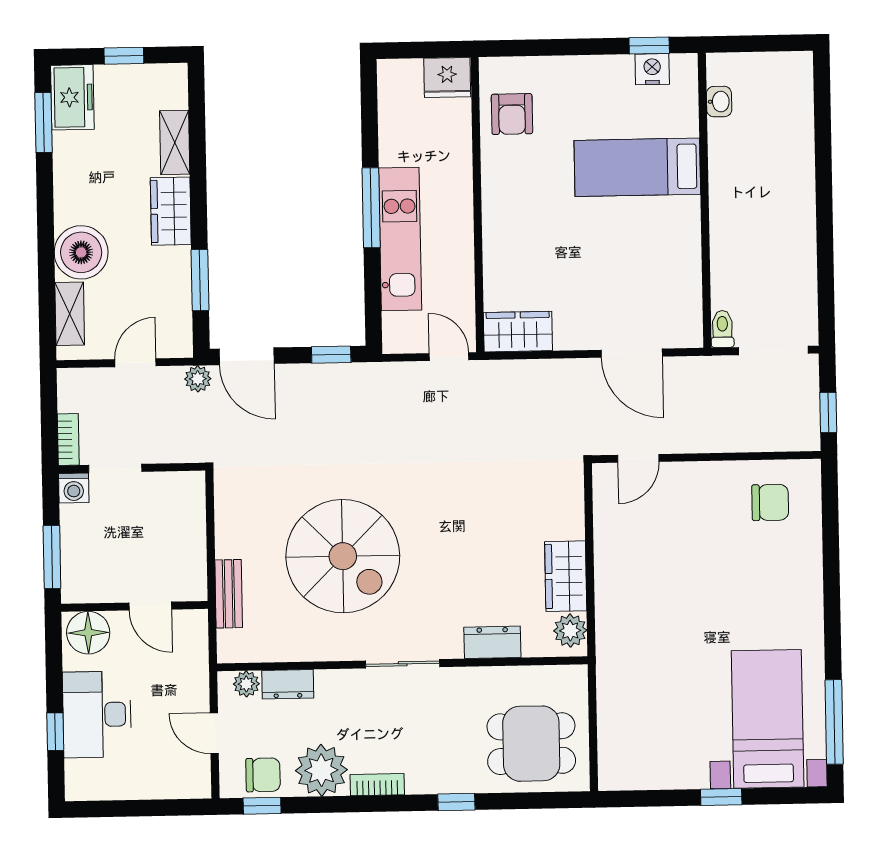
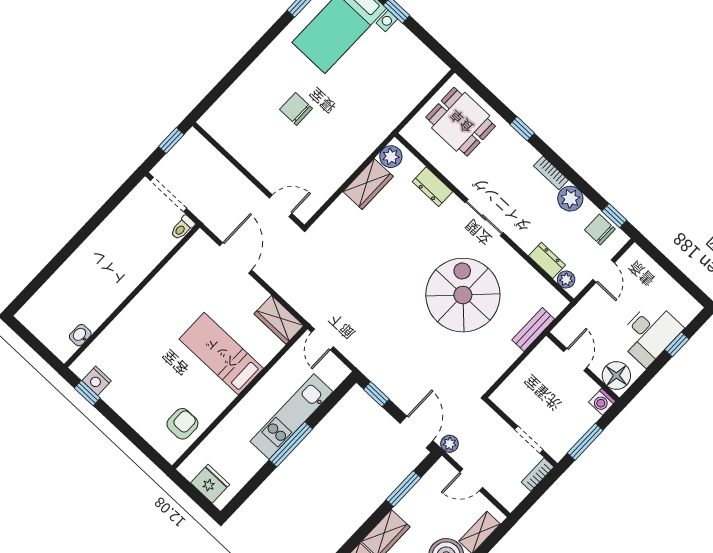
fridge: (447, 77) -> (210, 484), moved
bed: (637, 167) -> (221, 354), moved, turned 180
washing machine: (74, 488) -> (602, 402), moved, turned 180
chair: (770, 502) -> (296, 109), moved
window: (52, 557) -> (585, 442), moved
plant: (321, 770) -> (570, 199), width x0.73, depth x0.73

